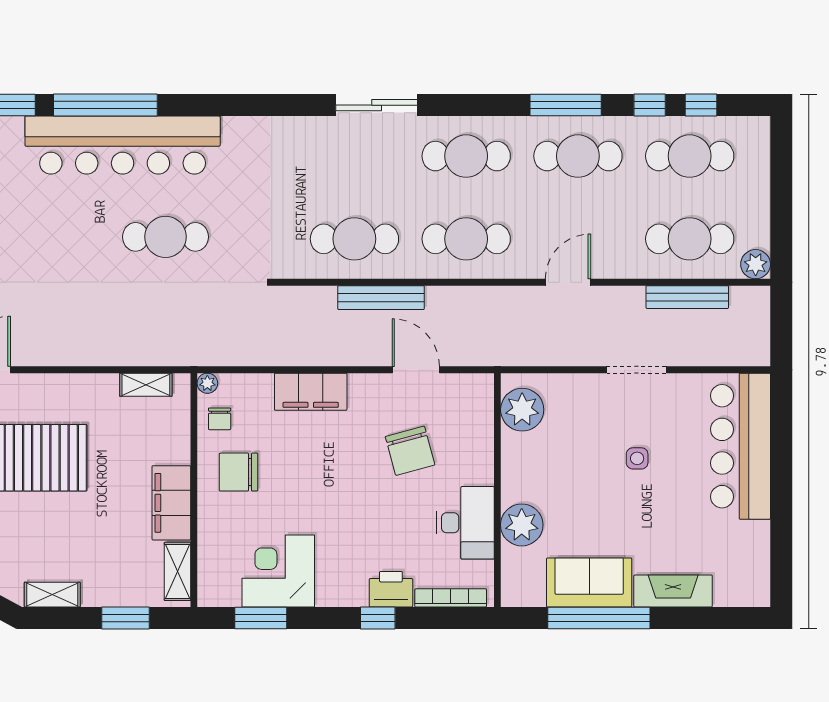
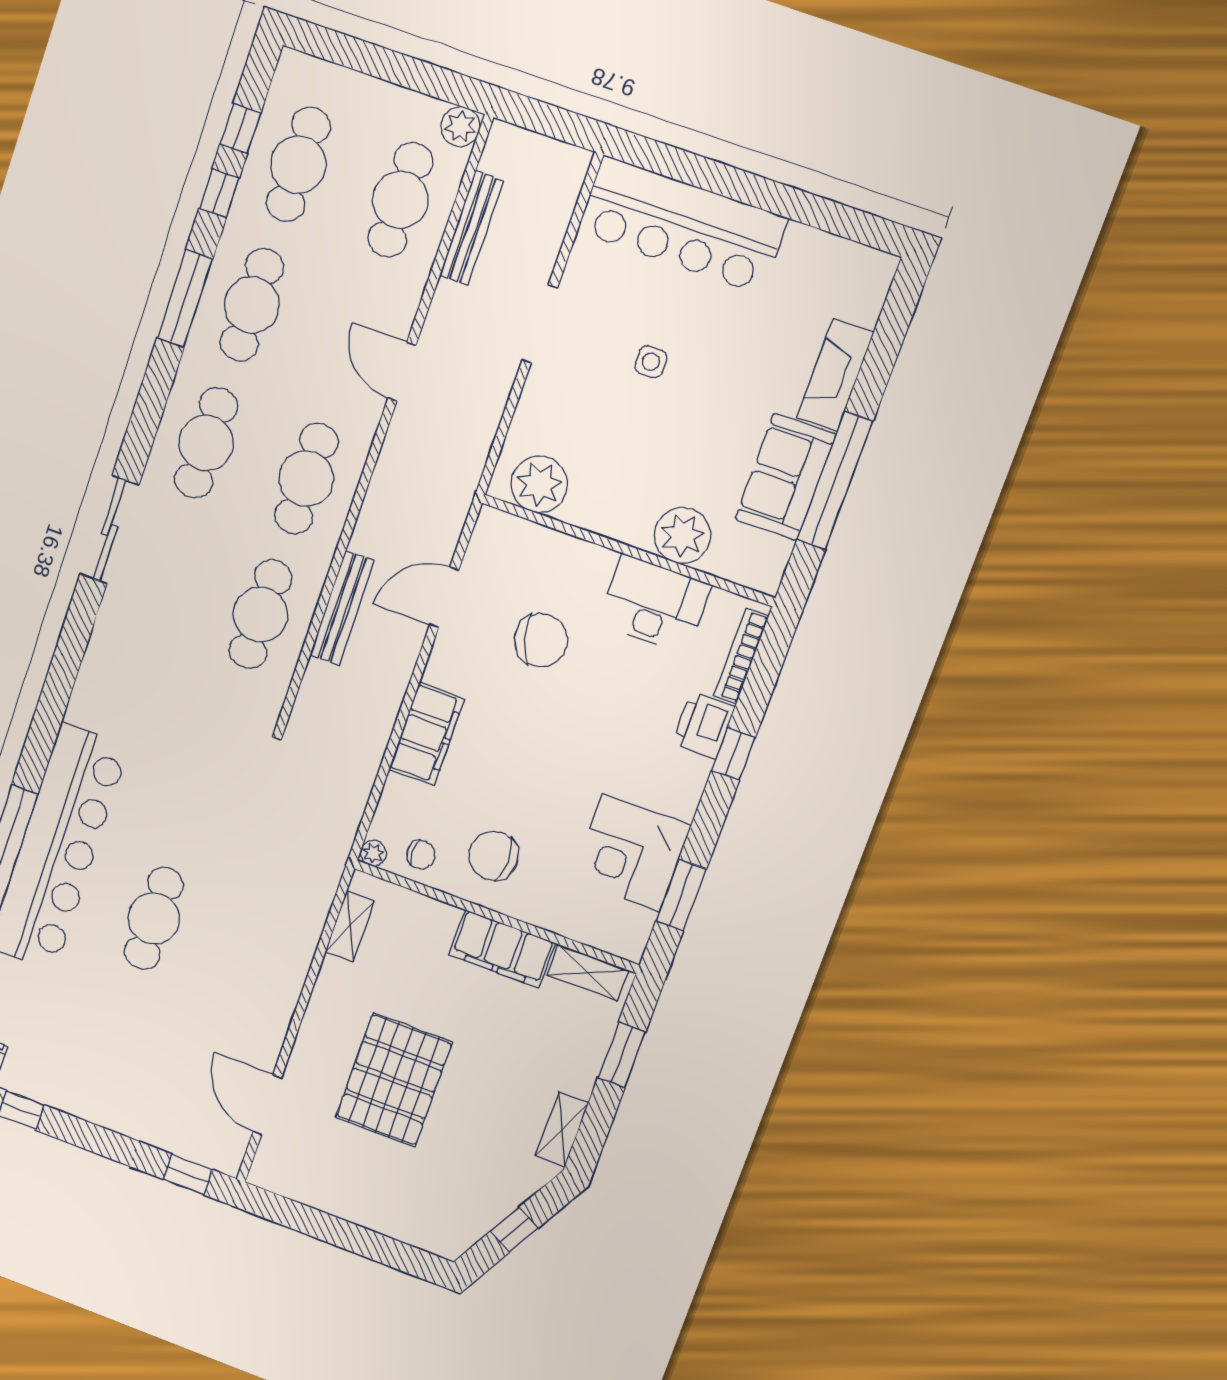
cafe table: (165, 237) -> (154, 918), moved
chair: (239, 472) -> (493, 856), turned 90

